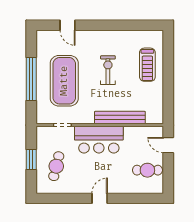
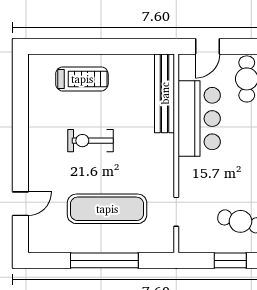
exercise mat: (64, 81) -> (107, 209), width x0.68
bench: (120, 118) -> (165, 93), moved
bar counter: (99, 140) -> (199, 119), moved

